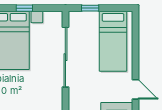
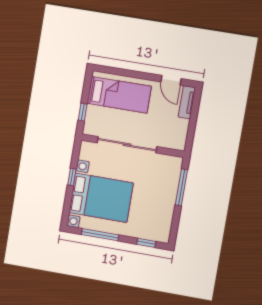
door: (135, 89) -> (171, 80), swing flipped

